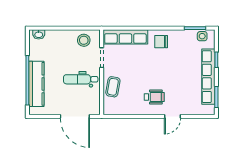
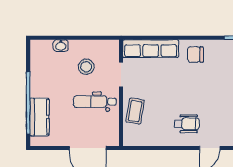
washbasin: (39, 34) -> (61, 46), moved
stool: (84, 40) -> (86, 67), moved
kitchen counter: (36, 84) -> (39, 117), width x0.67

